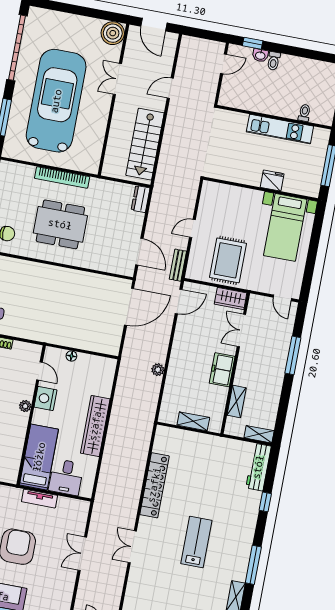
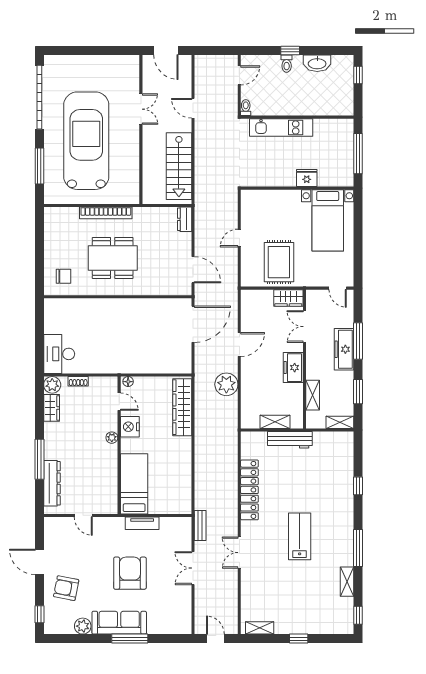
boiler: (113, 33) -> (128, 66), removed
window: (253, 43) -> (290, 51), moved
washbasin: (260, 55) -> (317, 63), moved, width x1.91, depth x1.45
double door: (117, 79) -> (141, 109), swing flipped
door: (170, 88) -> (193, 108), hinge flipped
toilet: (304, 113) -> (246, 108), moved
kitchen unit: (280, 129) -> (281, 127), moved
bench: (178, 265) -> (200, 525), moved
door: (179, 301) -> (239, 345), moved
floor lamp: (71, 356) -> (128, 382), moved
freezer: (277, 361) -> (344, 349), added
plant: (158, 370) -> (226, 384), width x1.87, depth x1.87
window: (283, 407) -> (358, 392), added
wardrobe: (95, 426) -> (182, 407), moved
workbench: (258, 467) -> (290, 440), moved, turned -90
desk: (66, 477) -> (164, 498), removed

